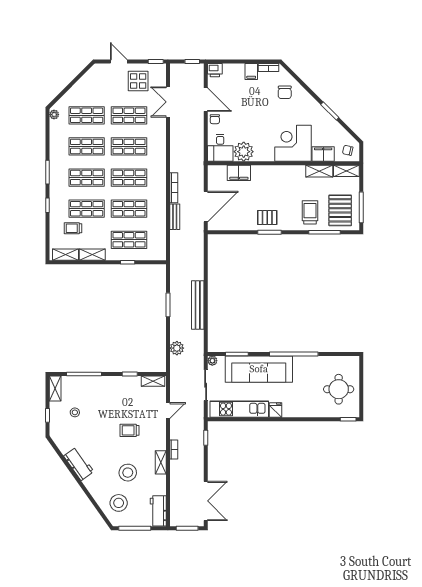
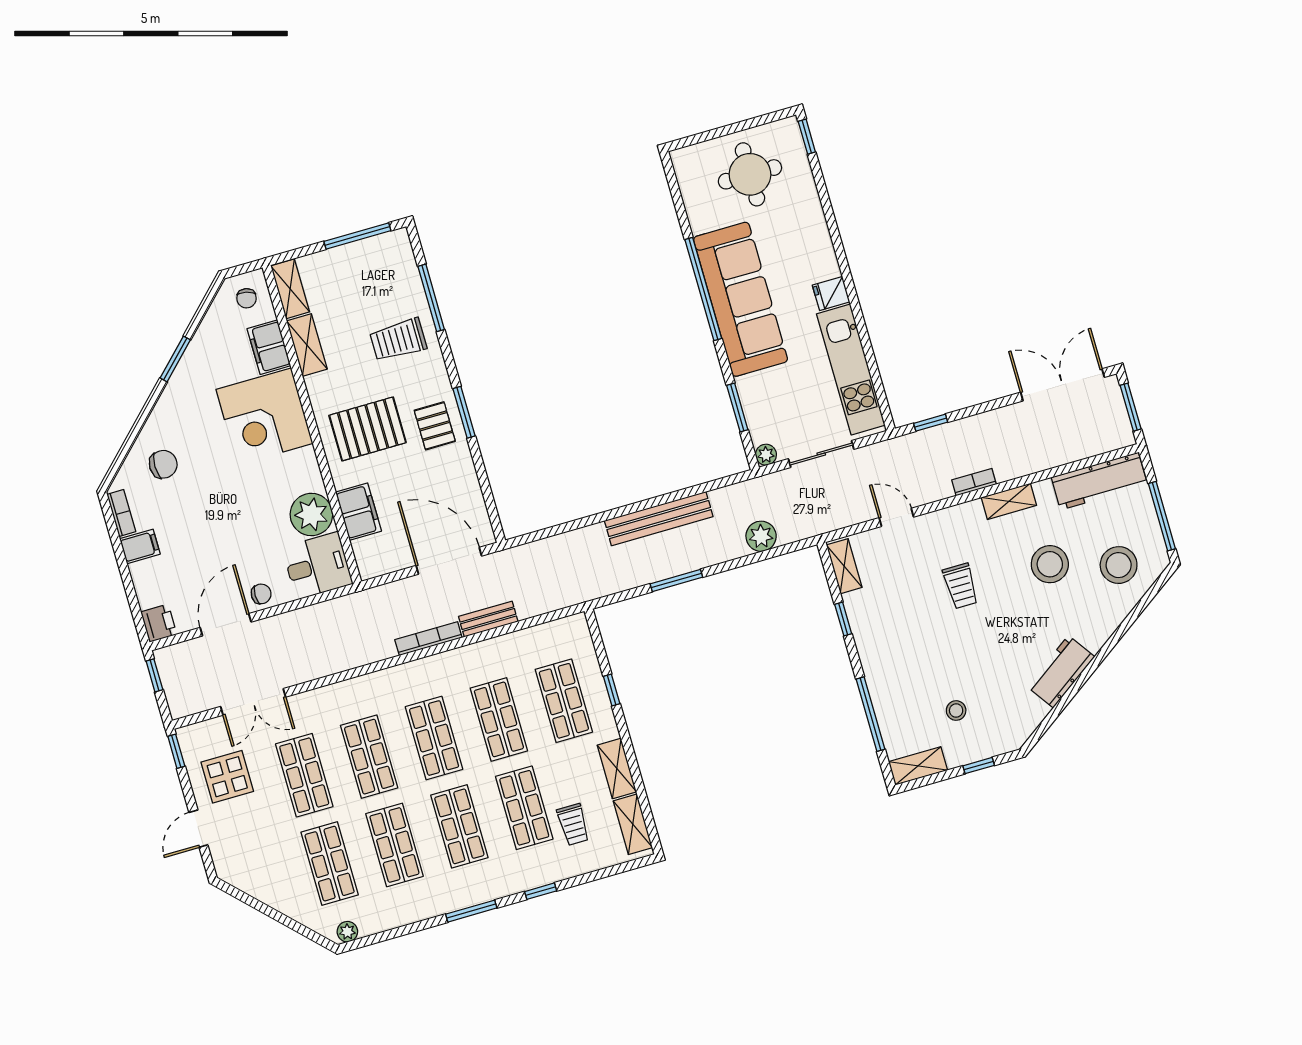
pallet: (340, 210) -> (368, 429), moved
sofa: (259, 369) -> (741, 299), moved
workbench: (158, 511) -> (1099, 481), width x1.38

